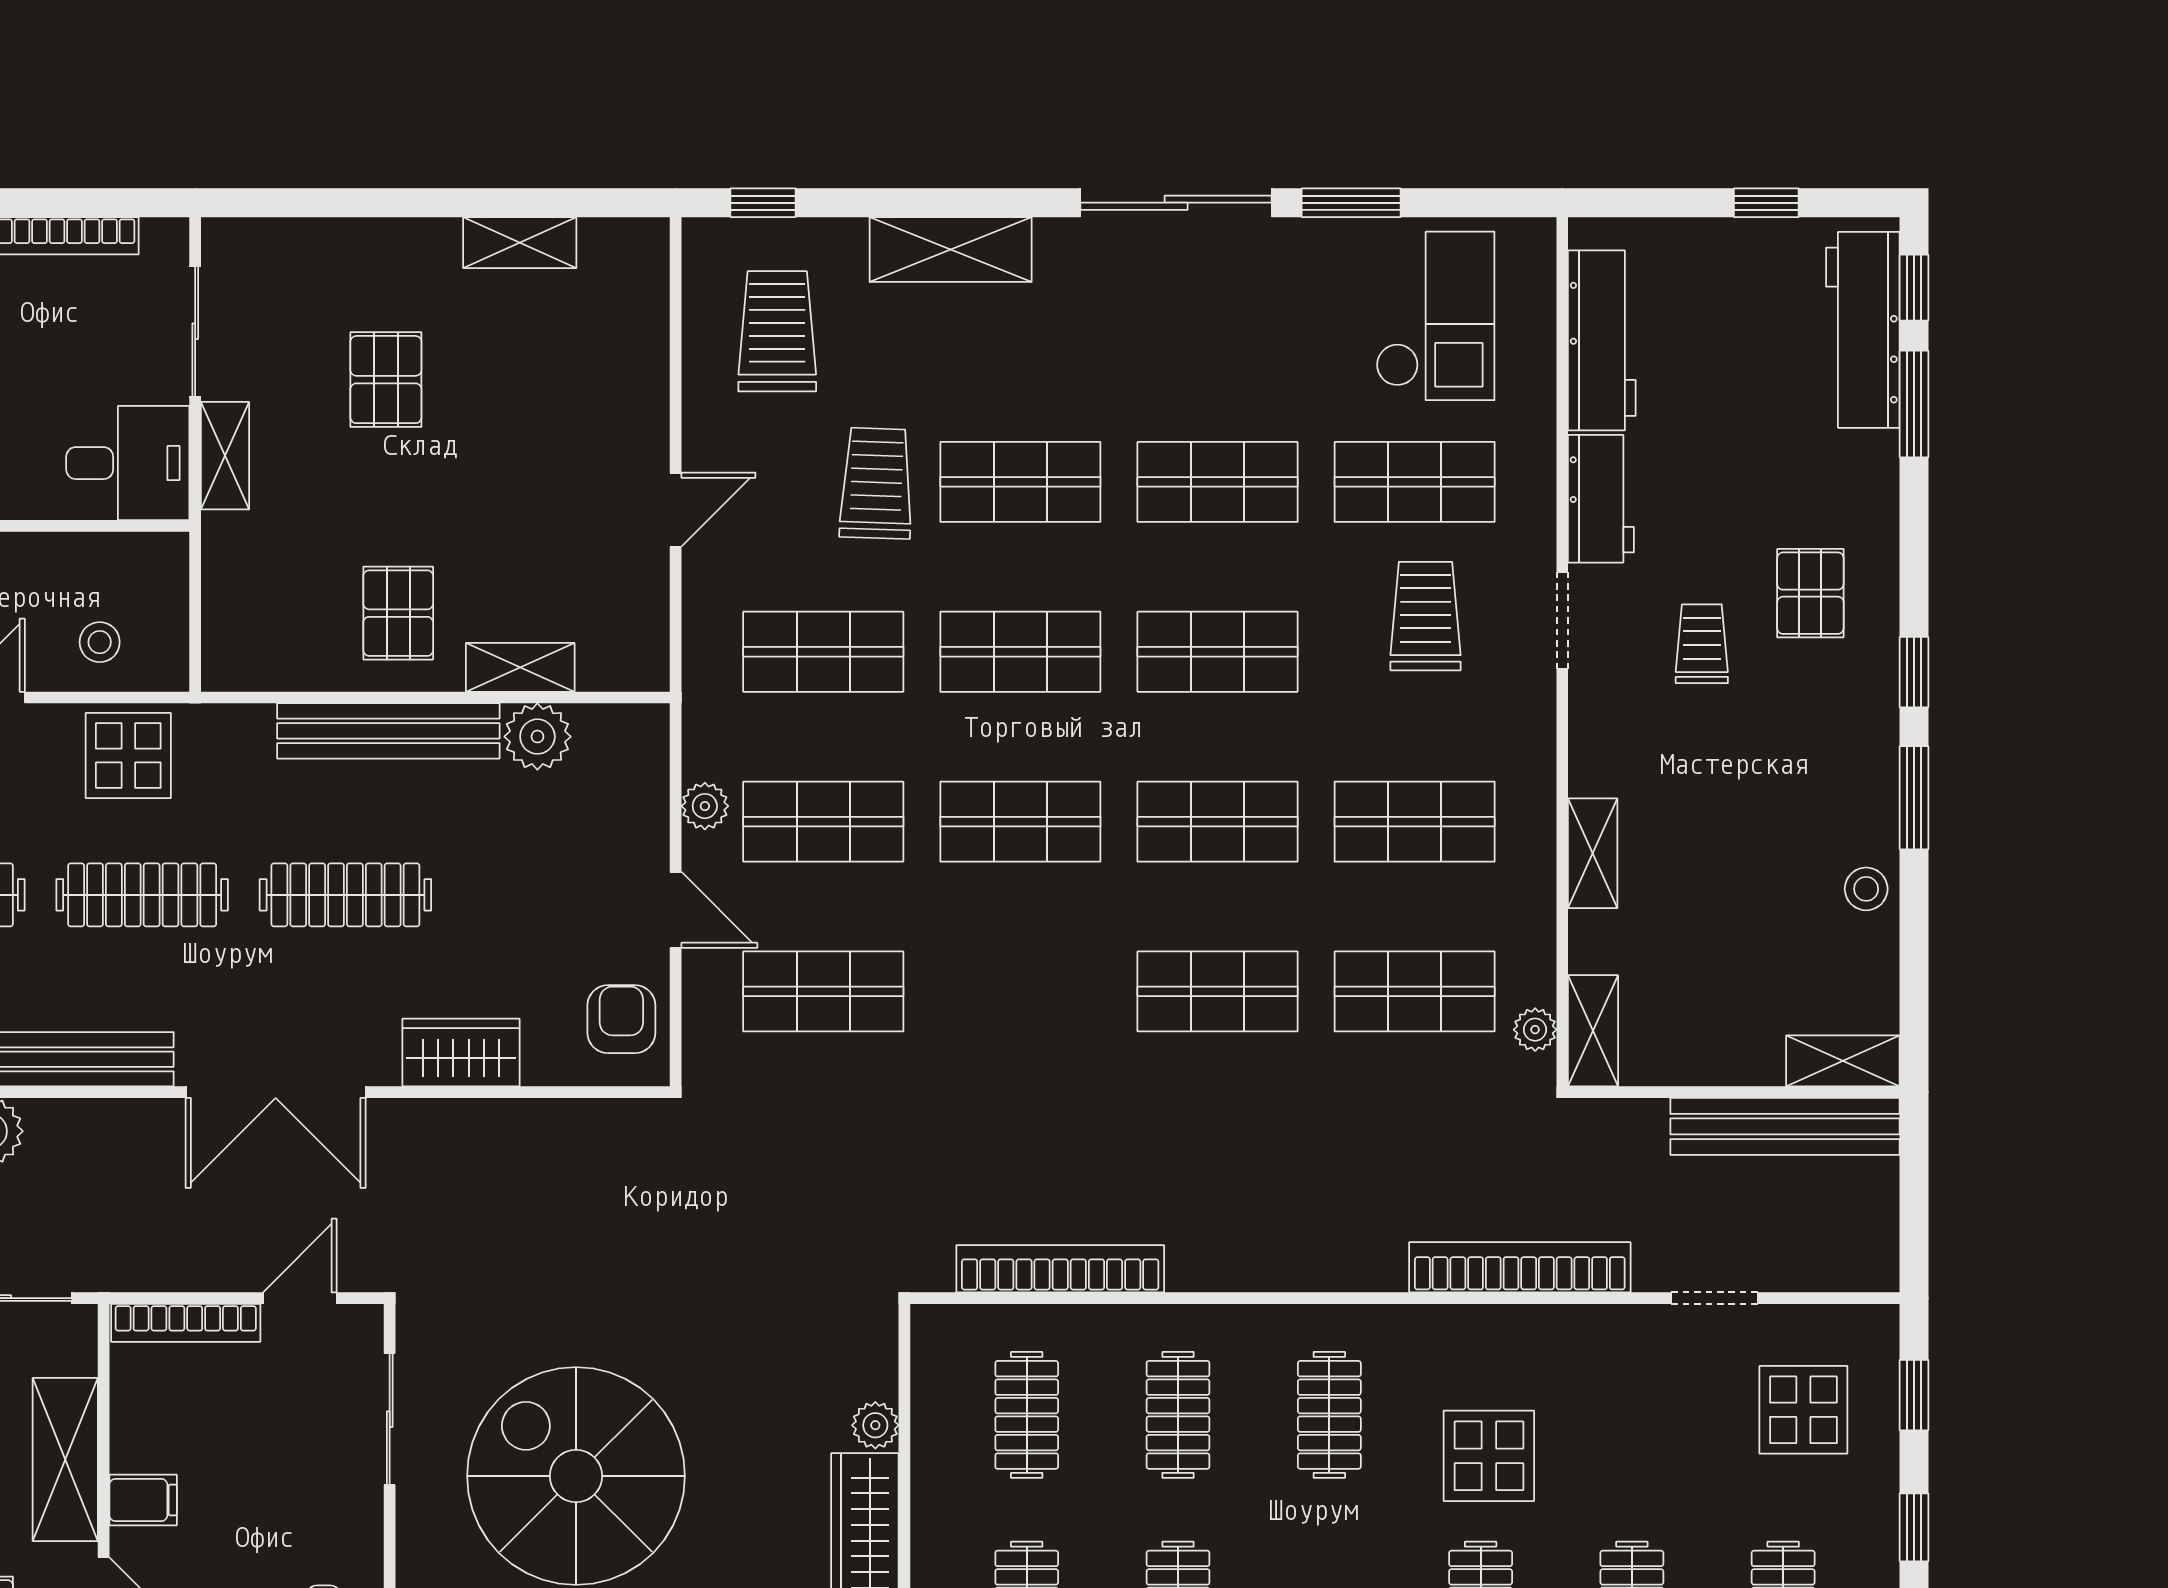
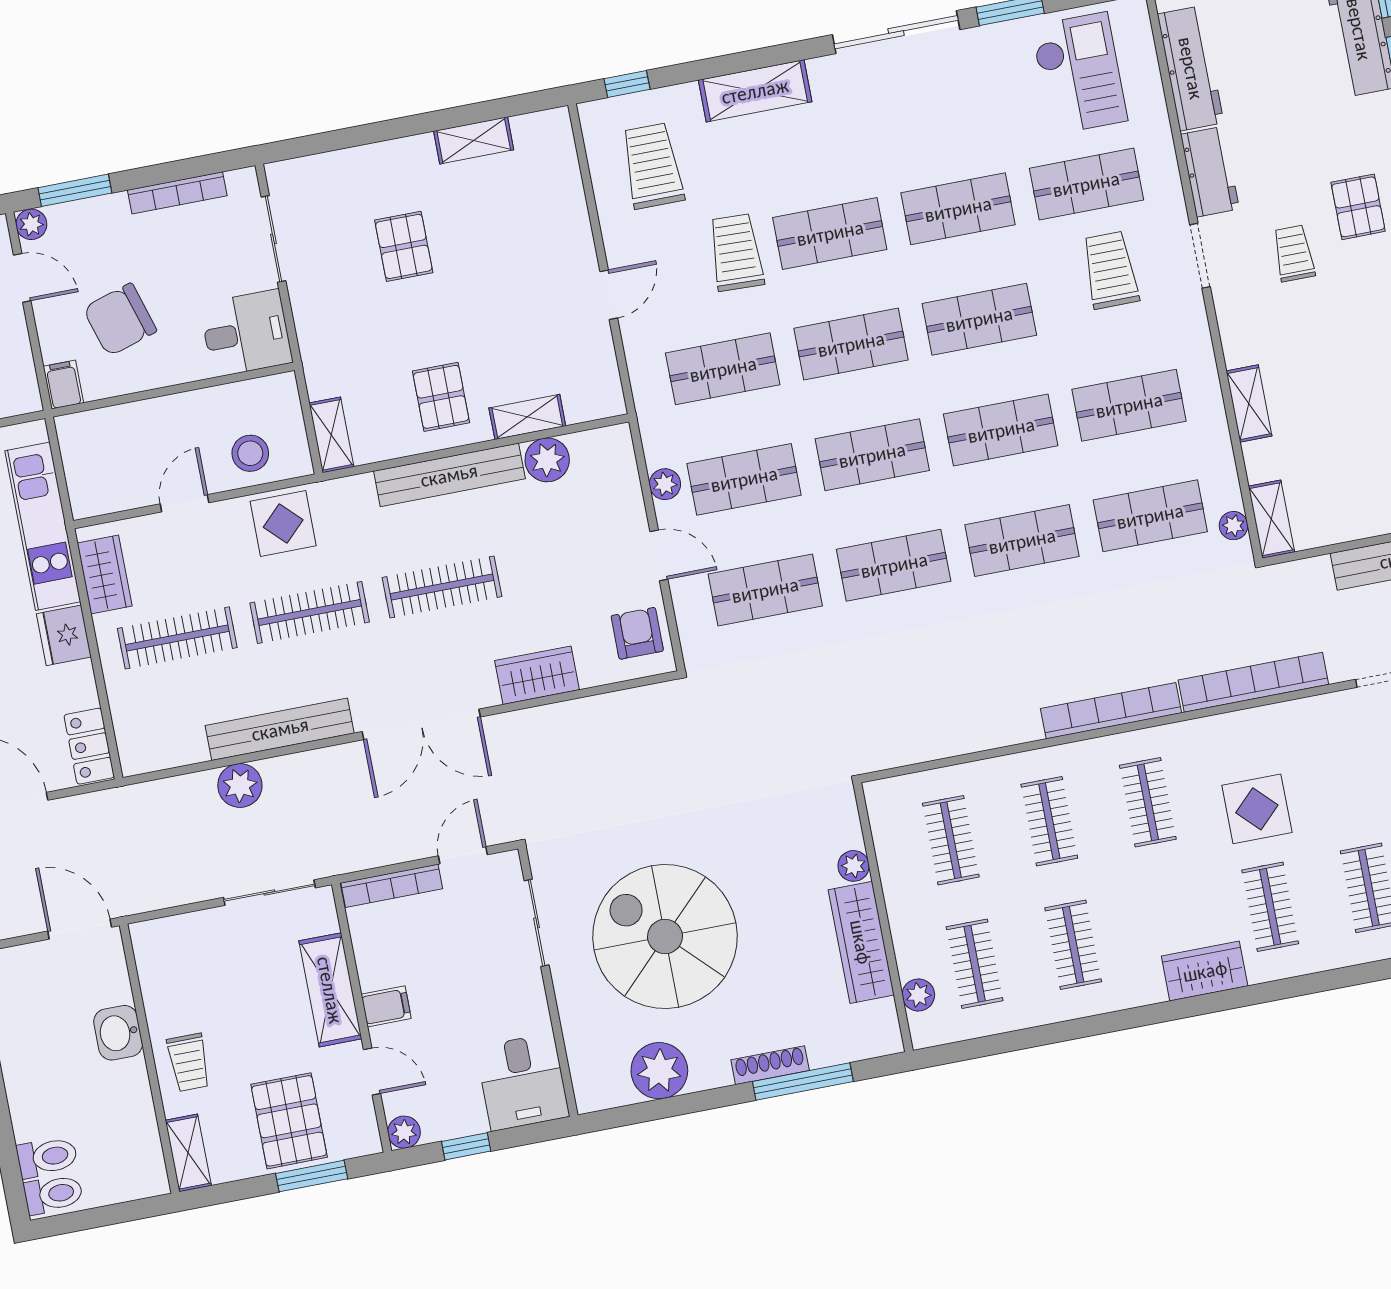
shelving: (225, 456) -> (331, 435), moved
stool: (100, 642) -> (250, 453), width x1.37, depth x1.37
shop shelf: (1020, 991) -> (894, 565), added
bookcase: (1060, 1269) -> (1111, 711), moved

